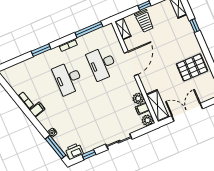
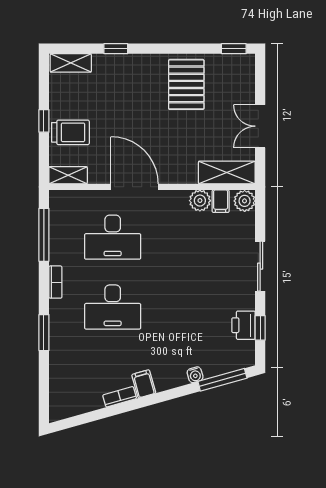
double door: (187, 112) -> (260, 126), width x0.73
printer: (74, 151) -> (243, 325), moved

